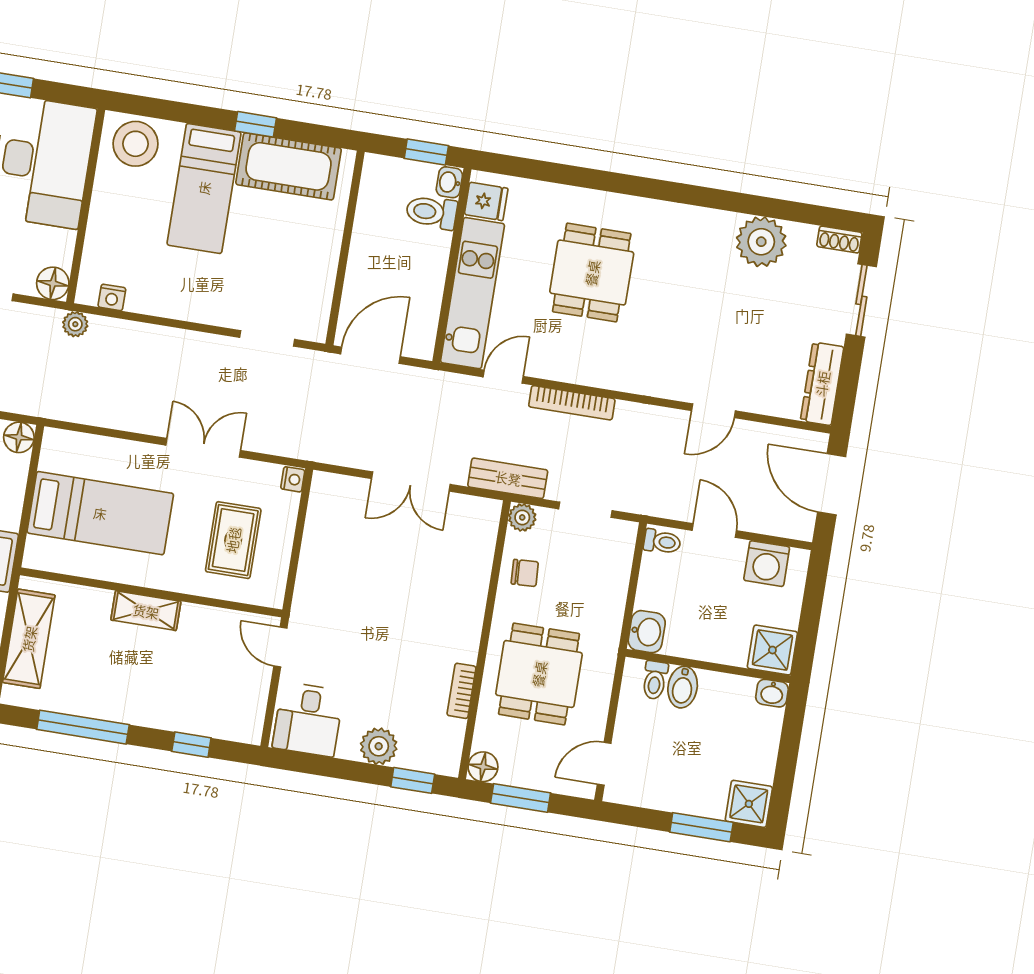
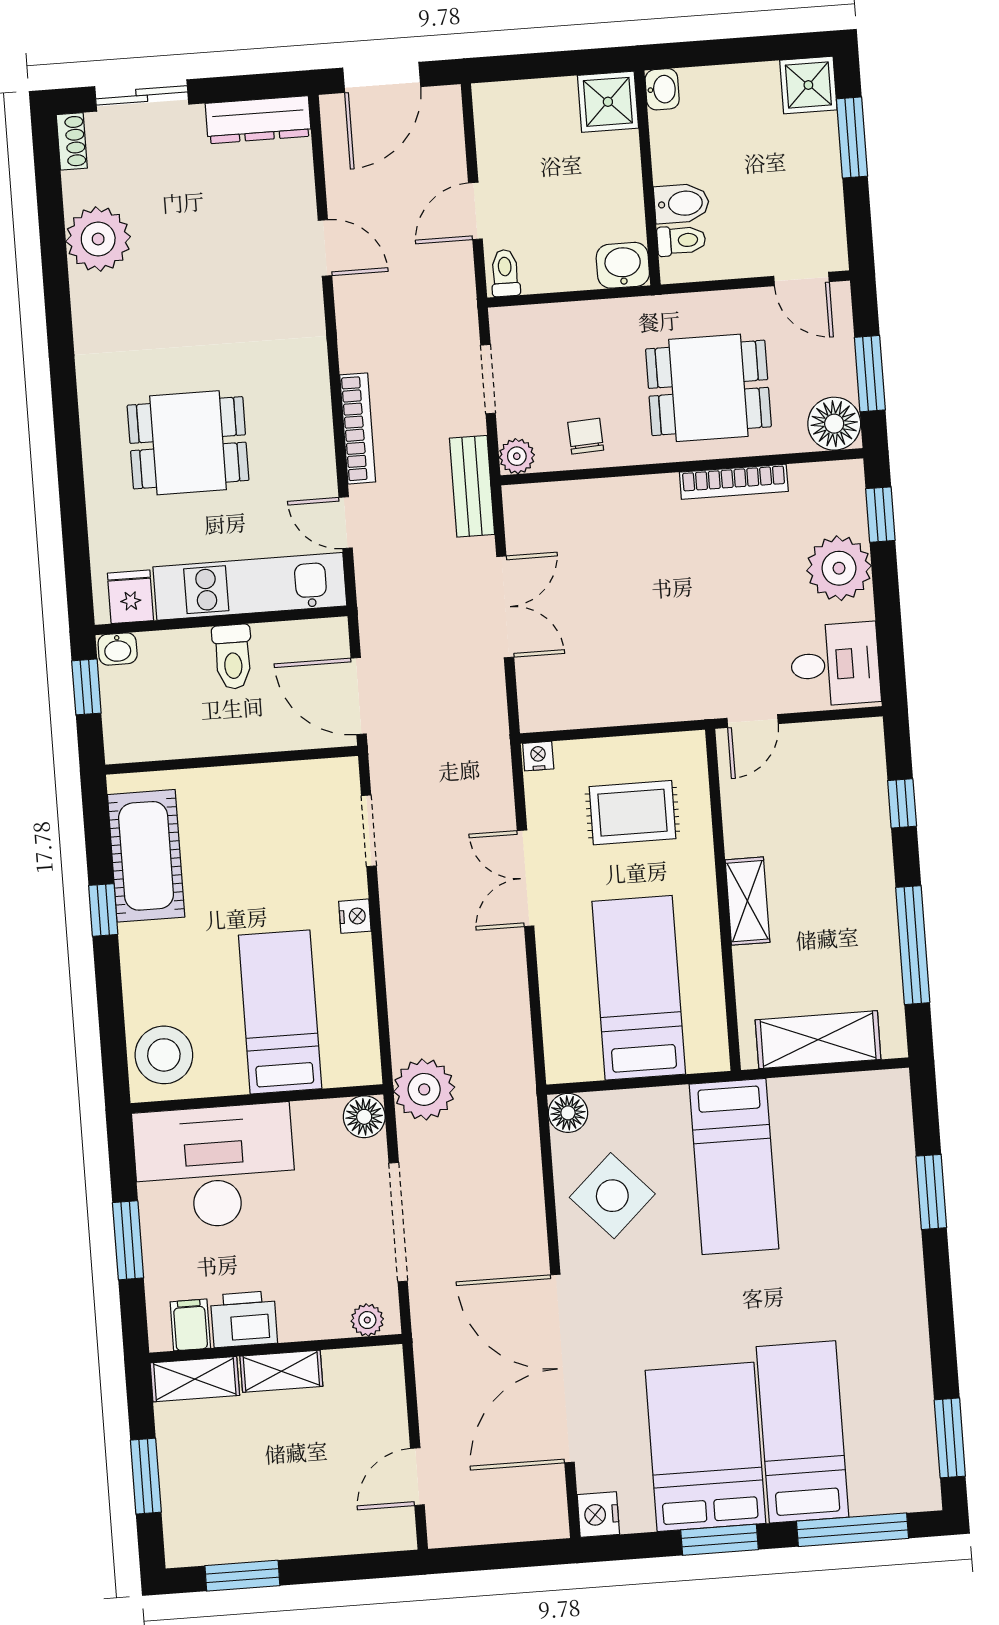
bed: (204, 188) -> (280, 1012), moved, turned -90
toilet: (432, 212) -> (233, 657), moved
nightstand: (112, 297) -> (355, 916), moved
plant: (75, 324) -> (424, 1089), width x1.88, depth x1.88
washing machine: (767, 564) -> (501, 135), removed
bookcase: (461, 691) -> (734, 482), width x1.56
plant: (379, 746) -> (839, 568), width x1.36, depth x1.36
floor lamp: (483, 767) -> (834, 424), width x1.38, depth x1.38

